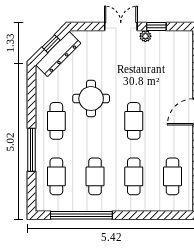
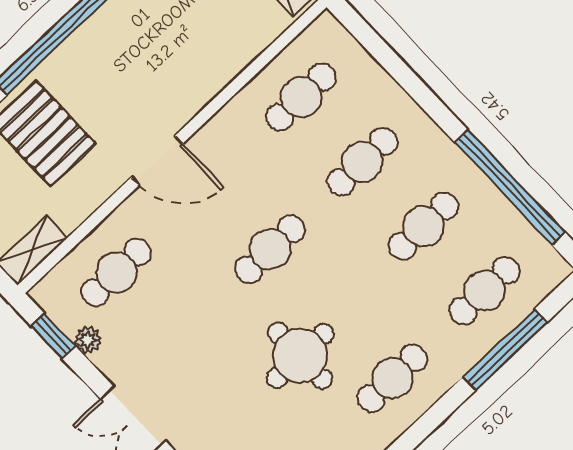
window: (156, 26) -> (53, 336), moved
plant: (145, 36) -> (88, 340), moved
cafe table: (173, 65) -> (116, 272), added
window: (32, 150) -> (505, 350), moved

